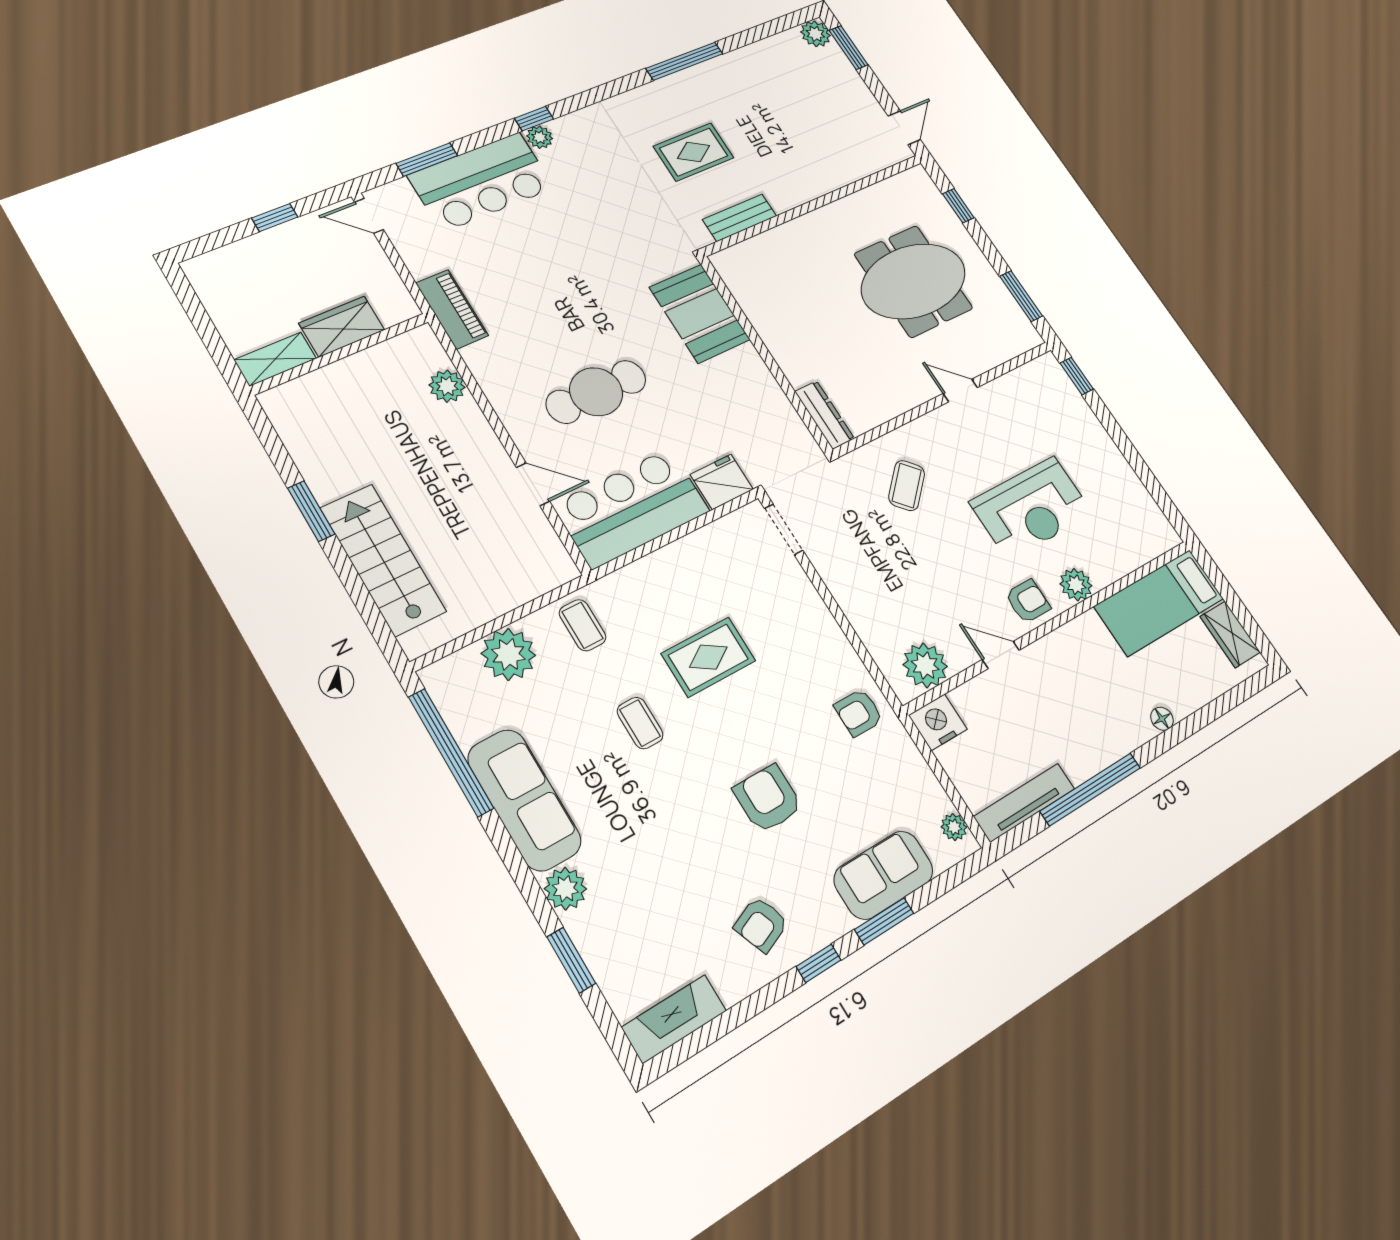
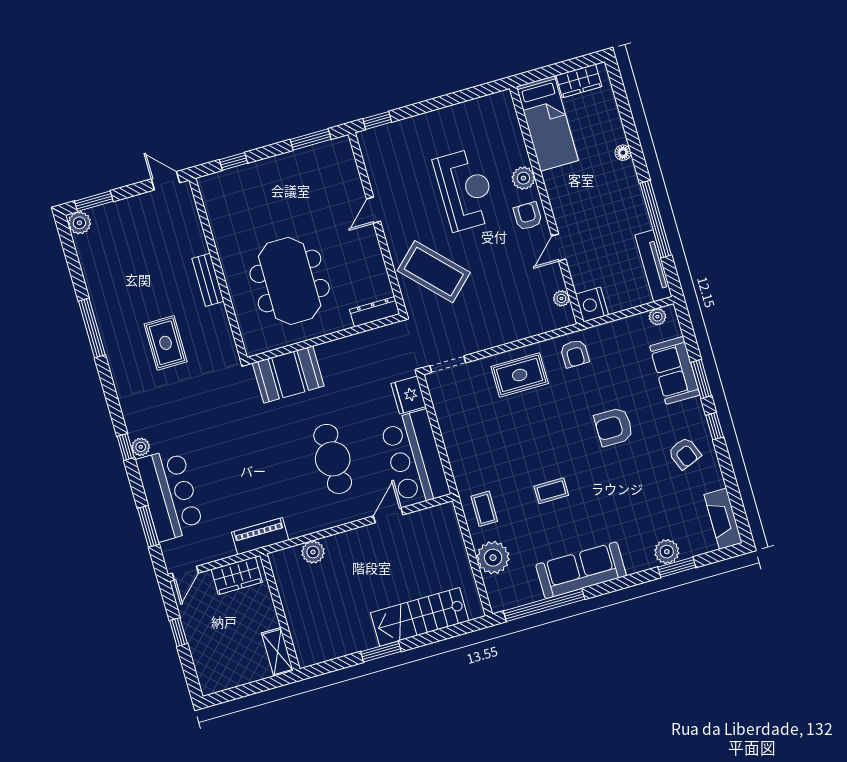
bench: (740, 218) -> (208, 280), moved
meeting table: (914, 281) -> (290, 281), moved
wardrobe: (342, 326) -> (237, 576), moved, turned -90
coffee table: (907, 486) -> (434, 272), width x1.86, depth x1.72
coffee table: (583, 625) -> (484, 509), turned 90
rug: (708, 657) -> (520, 375), moved, turned 90
plant: (925, 665) -> (561, 298), width x0.53, depth x0.53
plant: (565, 889) -> (667, 552), moved

